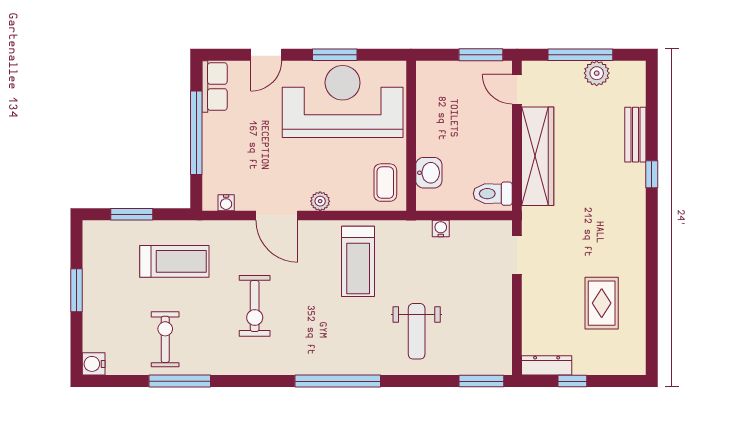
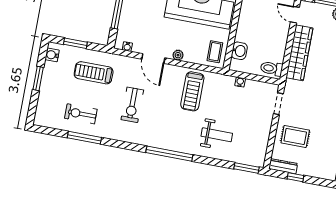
treadmill: (174, 261) -> (94, 73), turned 180
rug: (602, 303) -> (295, 136), moved, turned 90
weight bench: (417, 331) -> (217, 135), turned -90
exercise bike: (165, 339) -> (81, 114), turned -90
water cooler: (94, 364) -> (52, 55), moved

